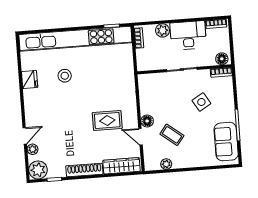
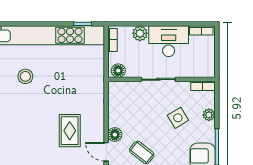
floor lamp: (222, 59) -> (118, 71), moved
plant: (228, 97) -> (209, 115), added
rug: (107, 121) -> (70, 131), turned 90

